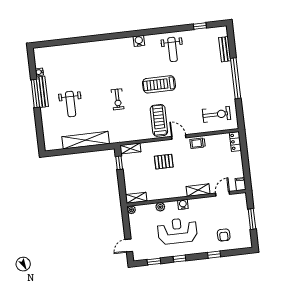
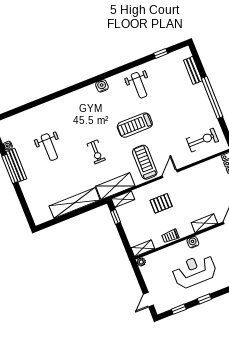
weight bench: (71, 104) -> (49, 147), moved
shelving: (127, 135) -> (115, 186), added
door: (179, 137) -> (170, 174), hinge flipped
trolley: (198, 143) -> (170, 236), moved
plant: (160, 207) -> (170, 251), removed

